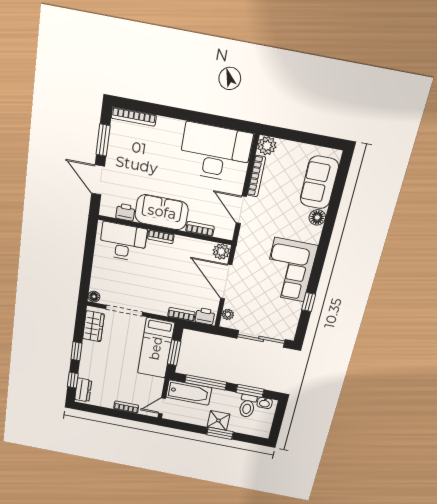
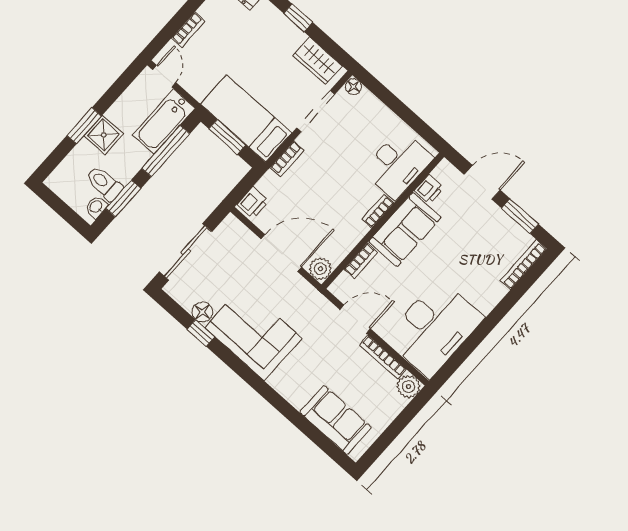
floor lamp: (317, 217) -> (202, 312), moved
bookcase: (181, 314) -> (287, 159), moved
plant: (228, 314) -> (240, 231), removed

